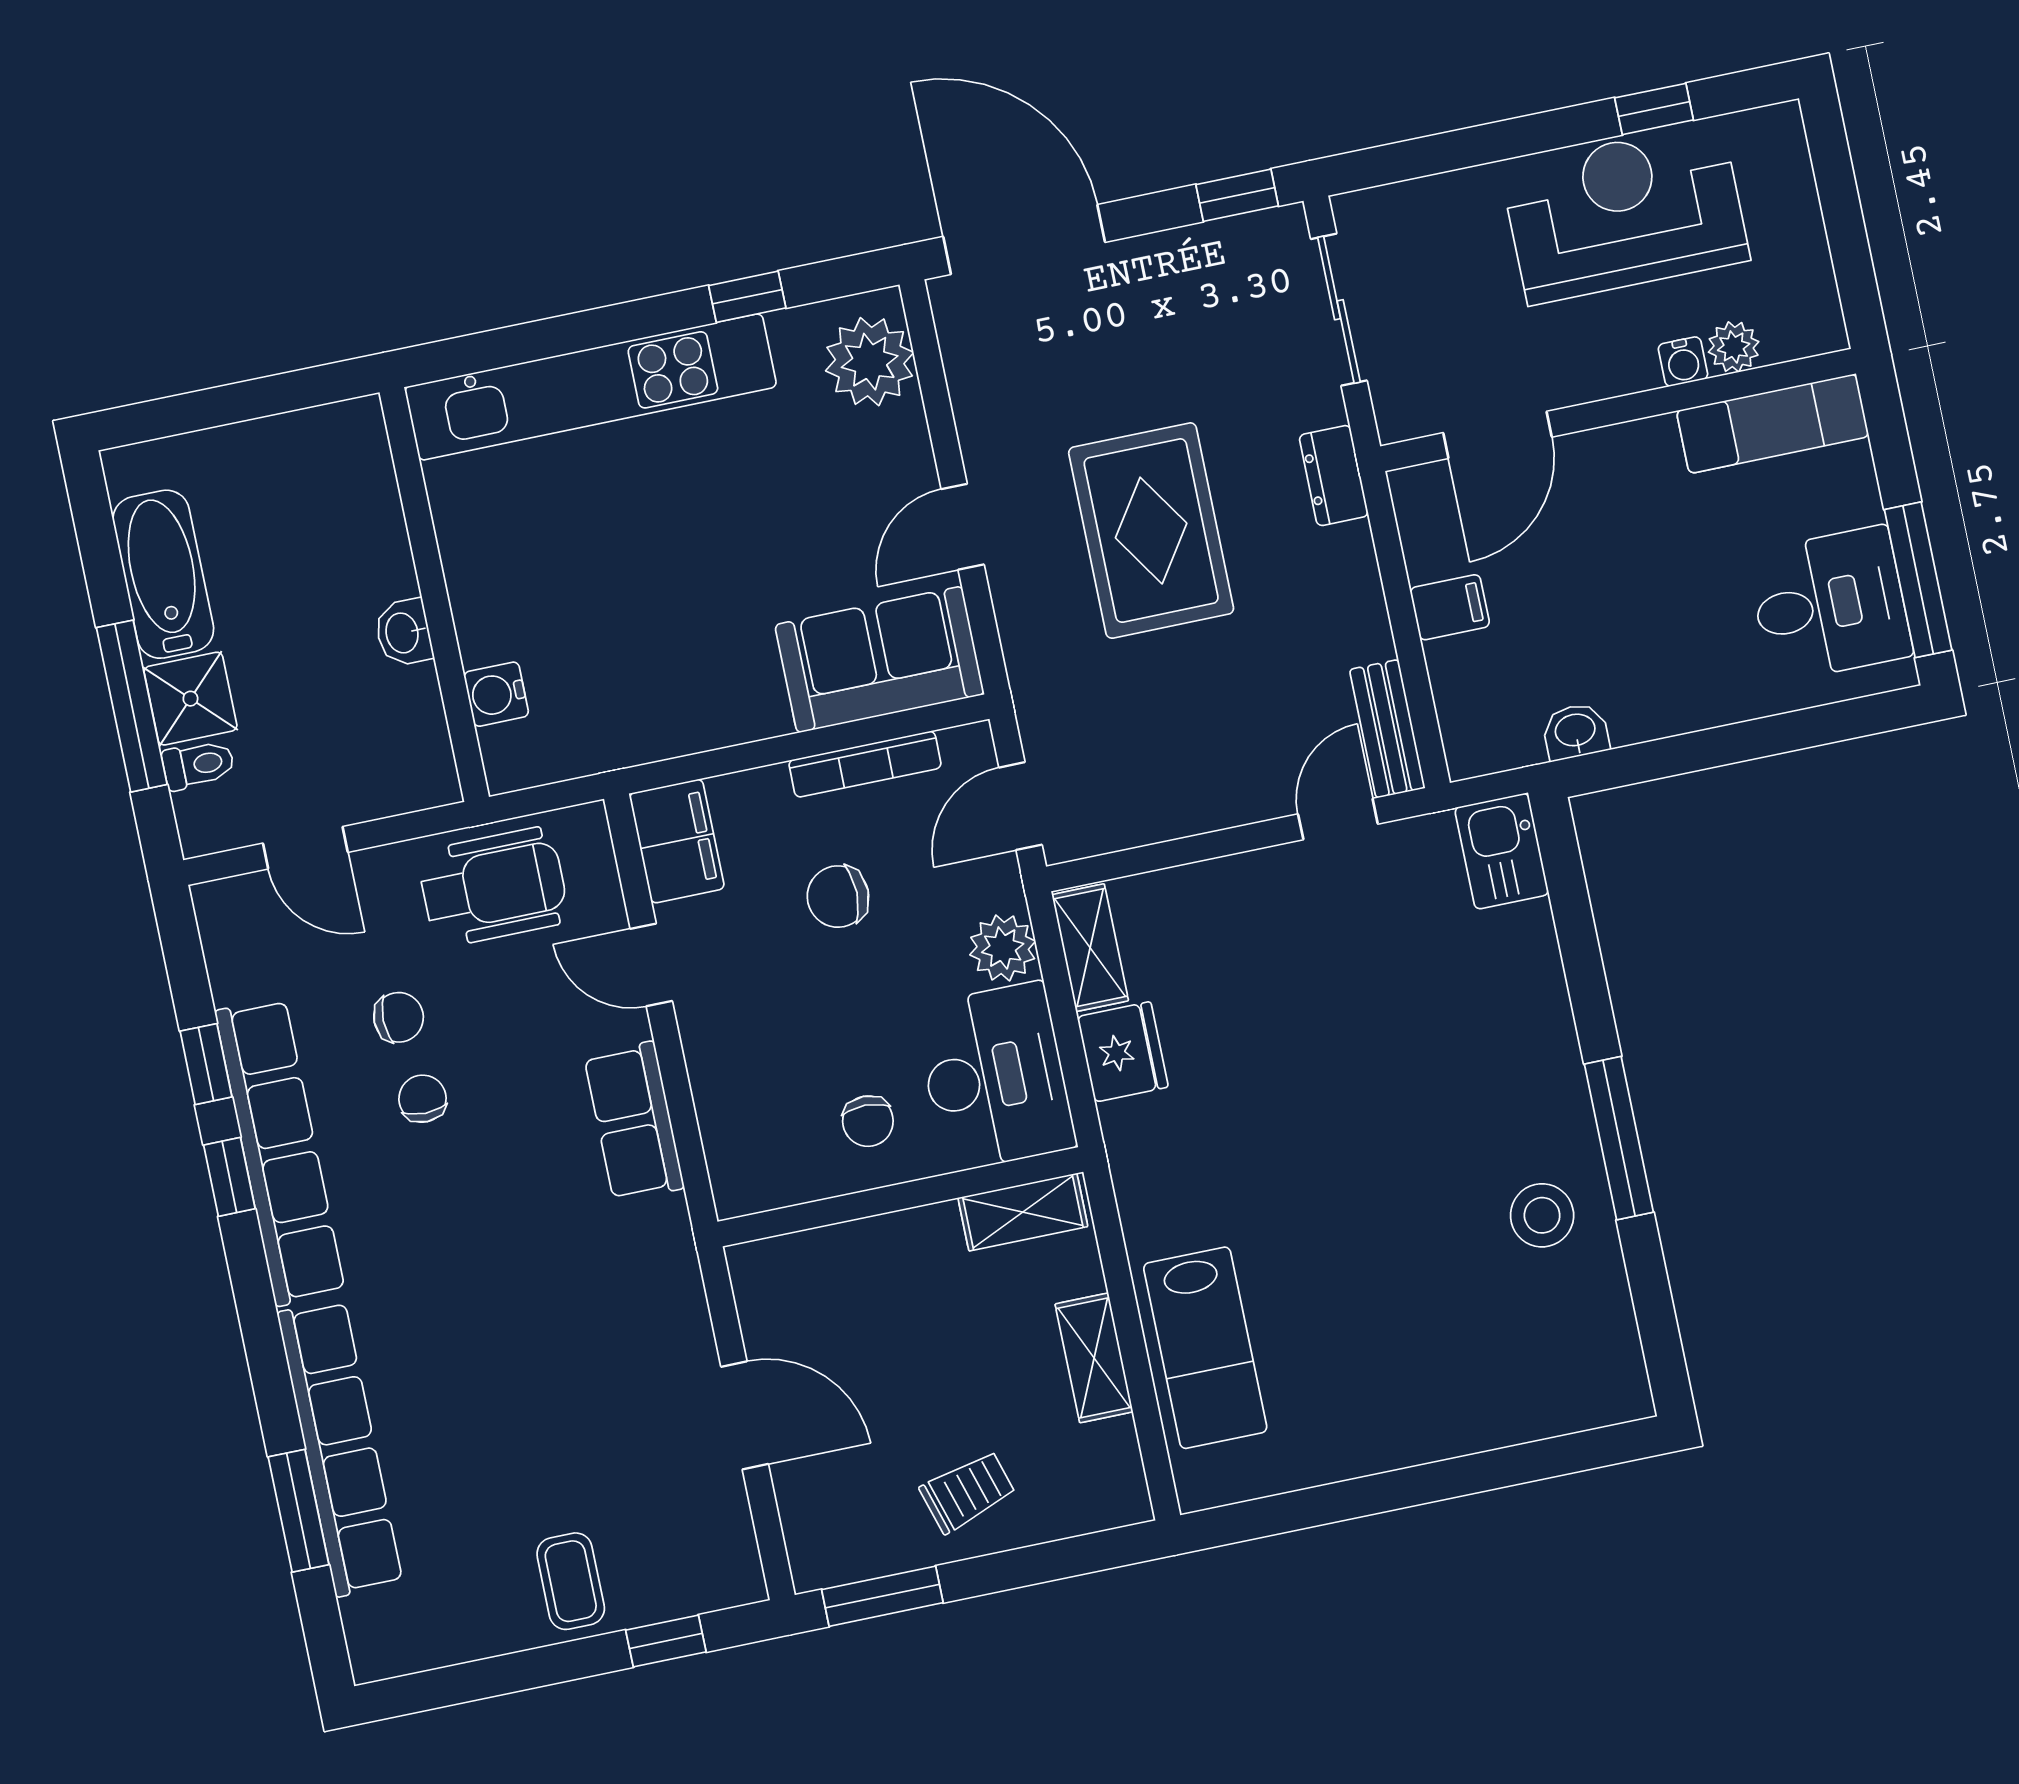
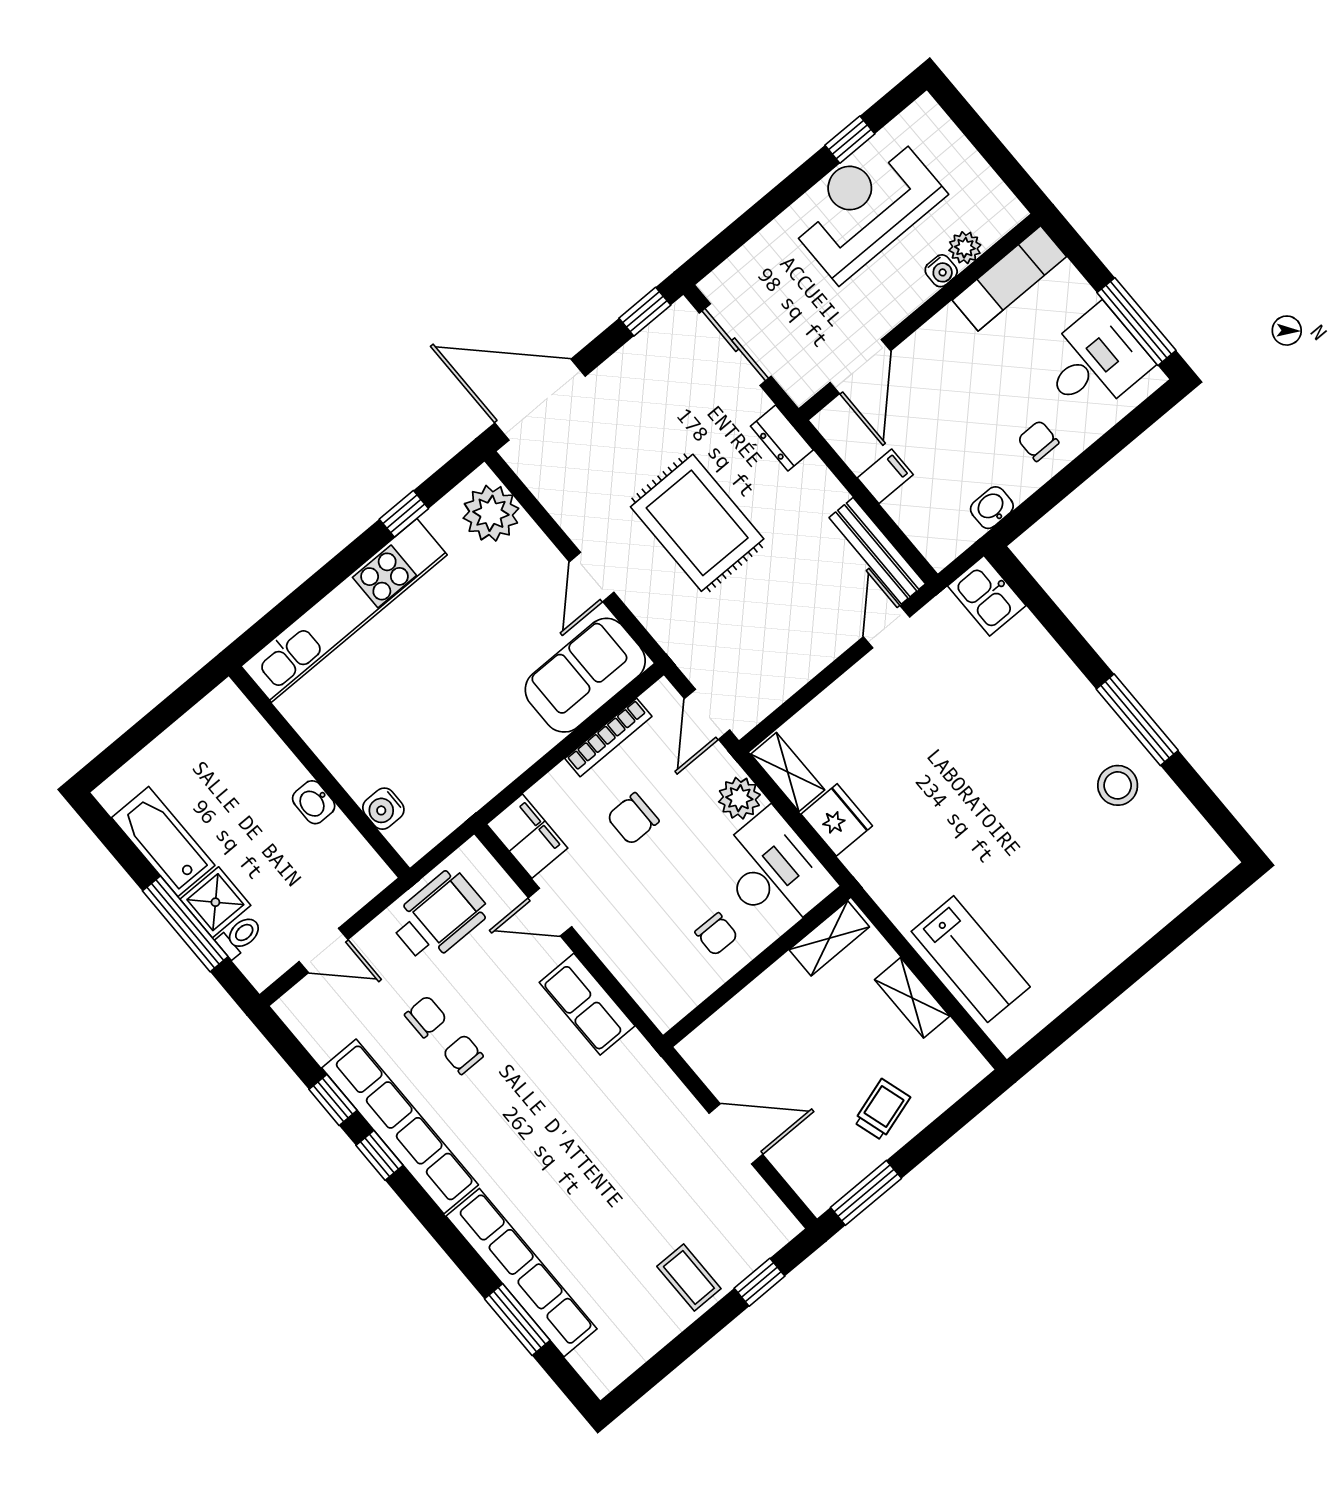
chair: (1691, 673) -> (1038, 441), added
bench: (1387, 729) -> (877, 551), width x1.36

